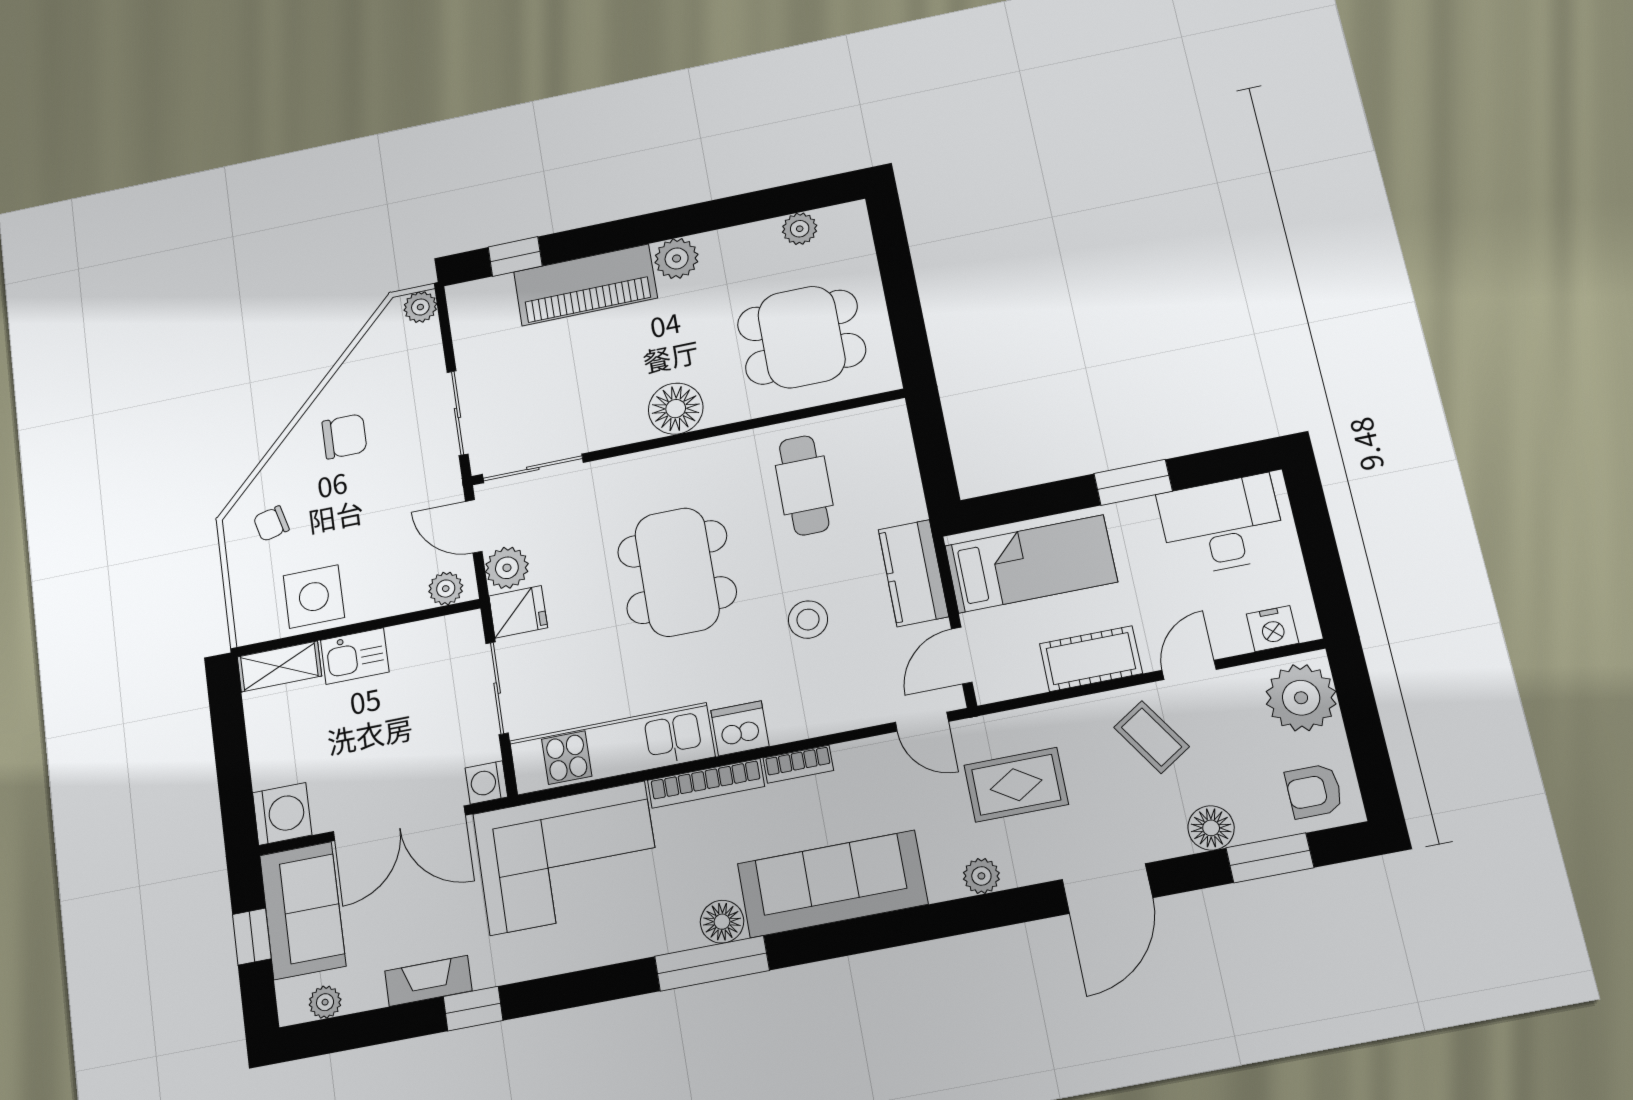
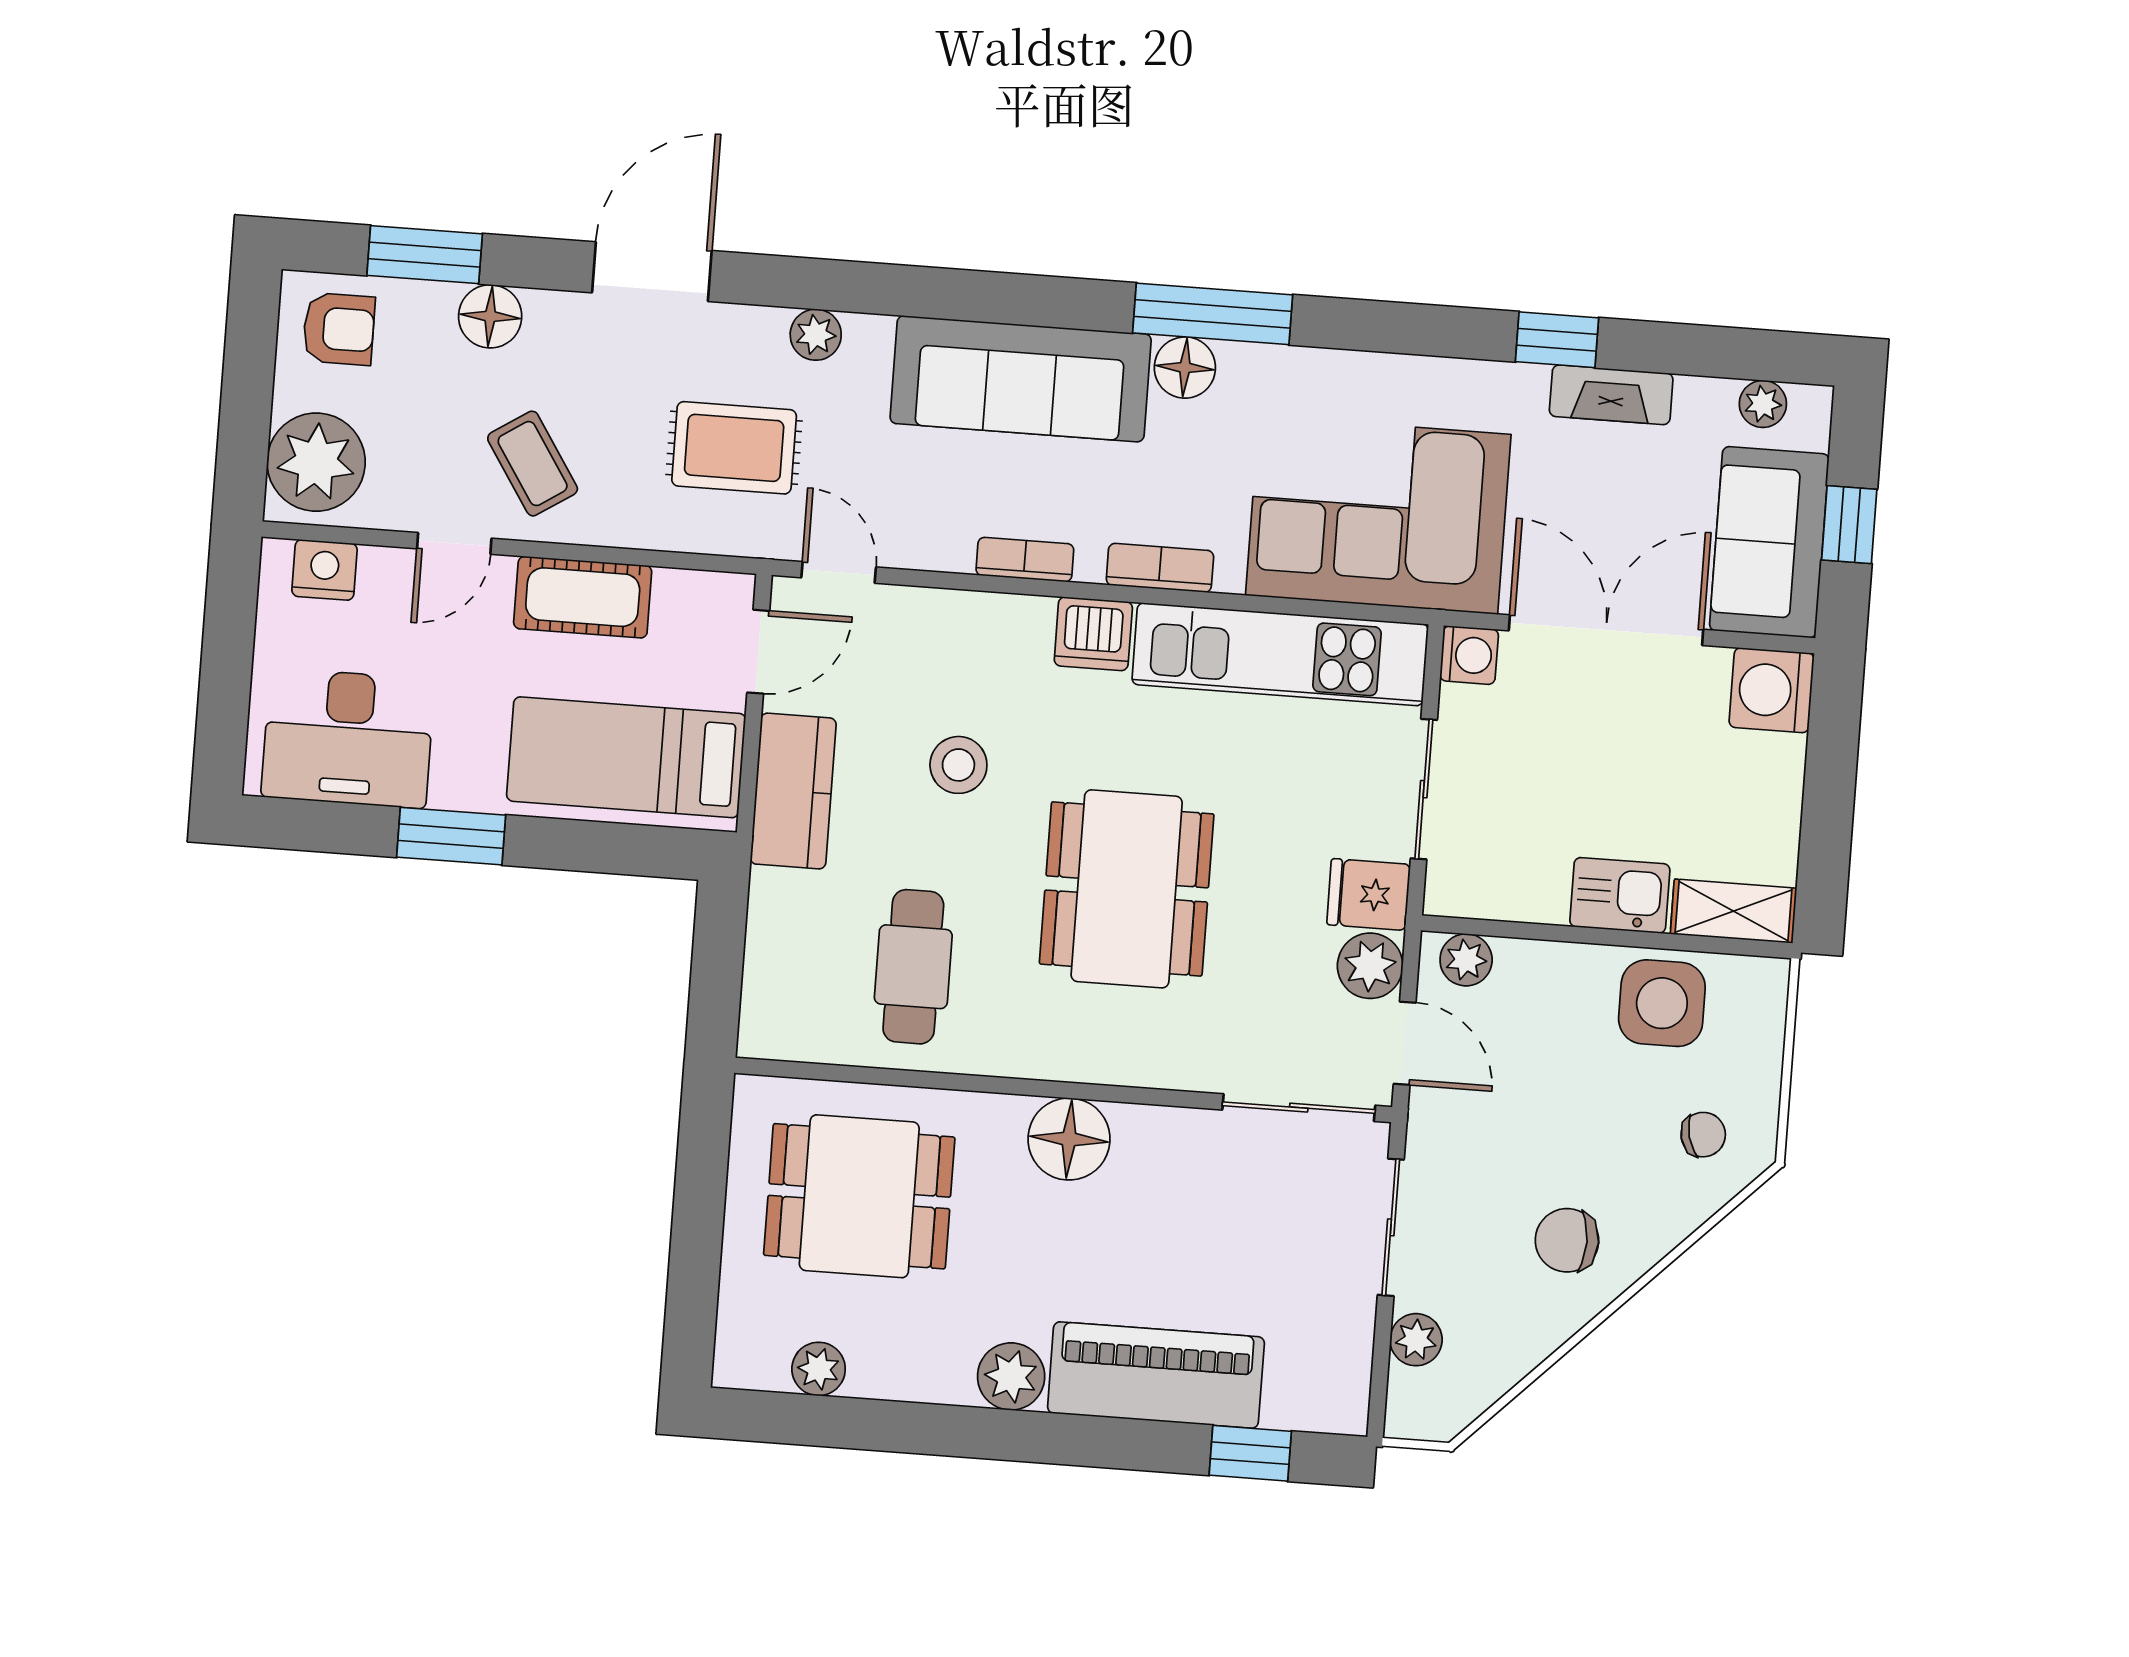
plant: (420, 307) -> (1416, 1340), moved
bookcase: (706, 783) -> (1160, 568), width x0.64

